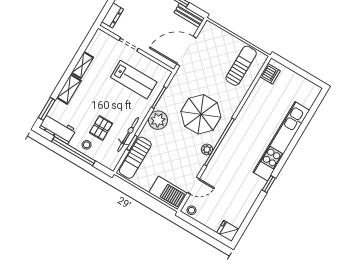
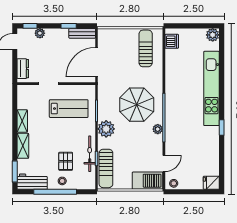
plant: (313, 91) -> (213, 35), added

